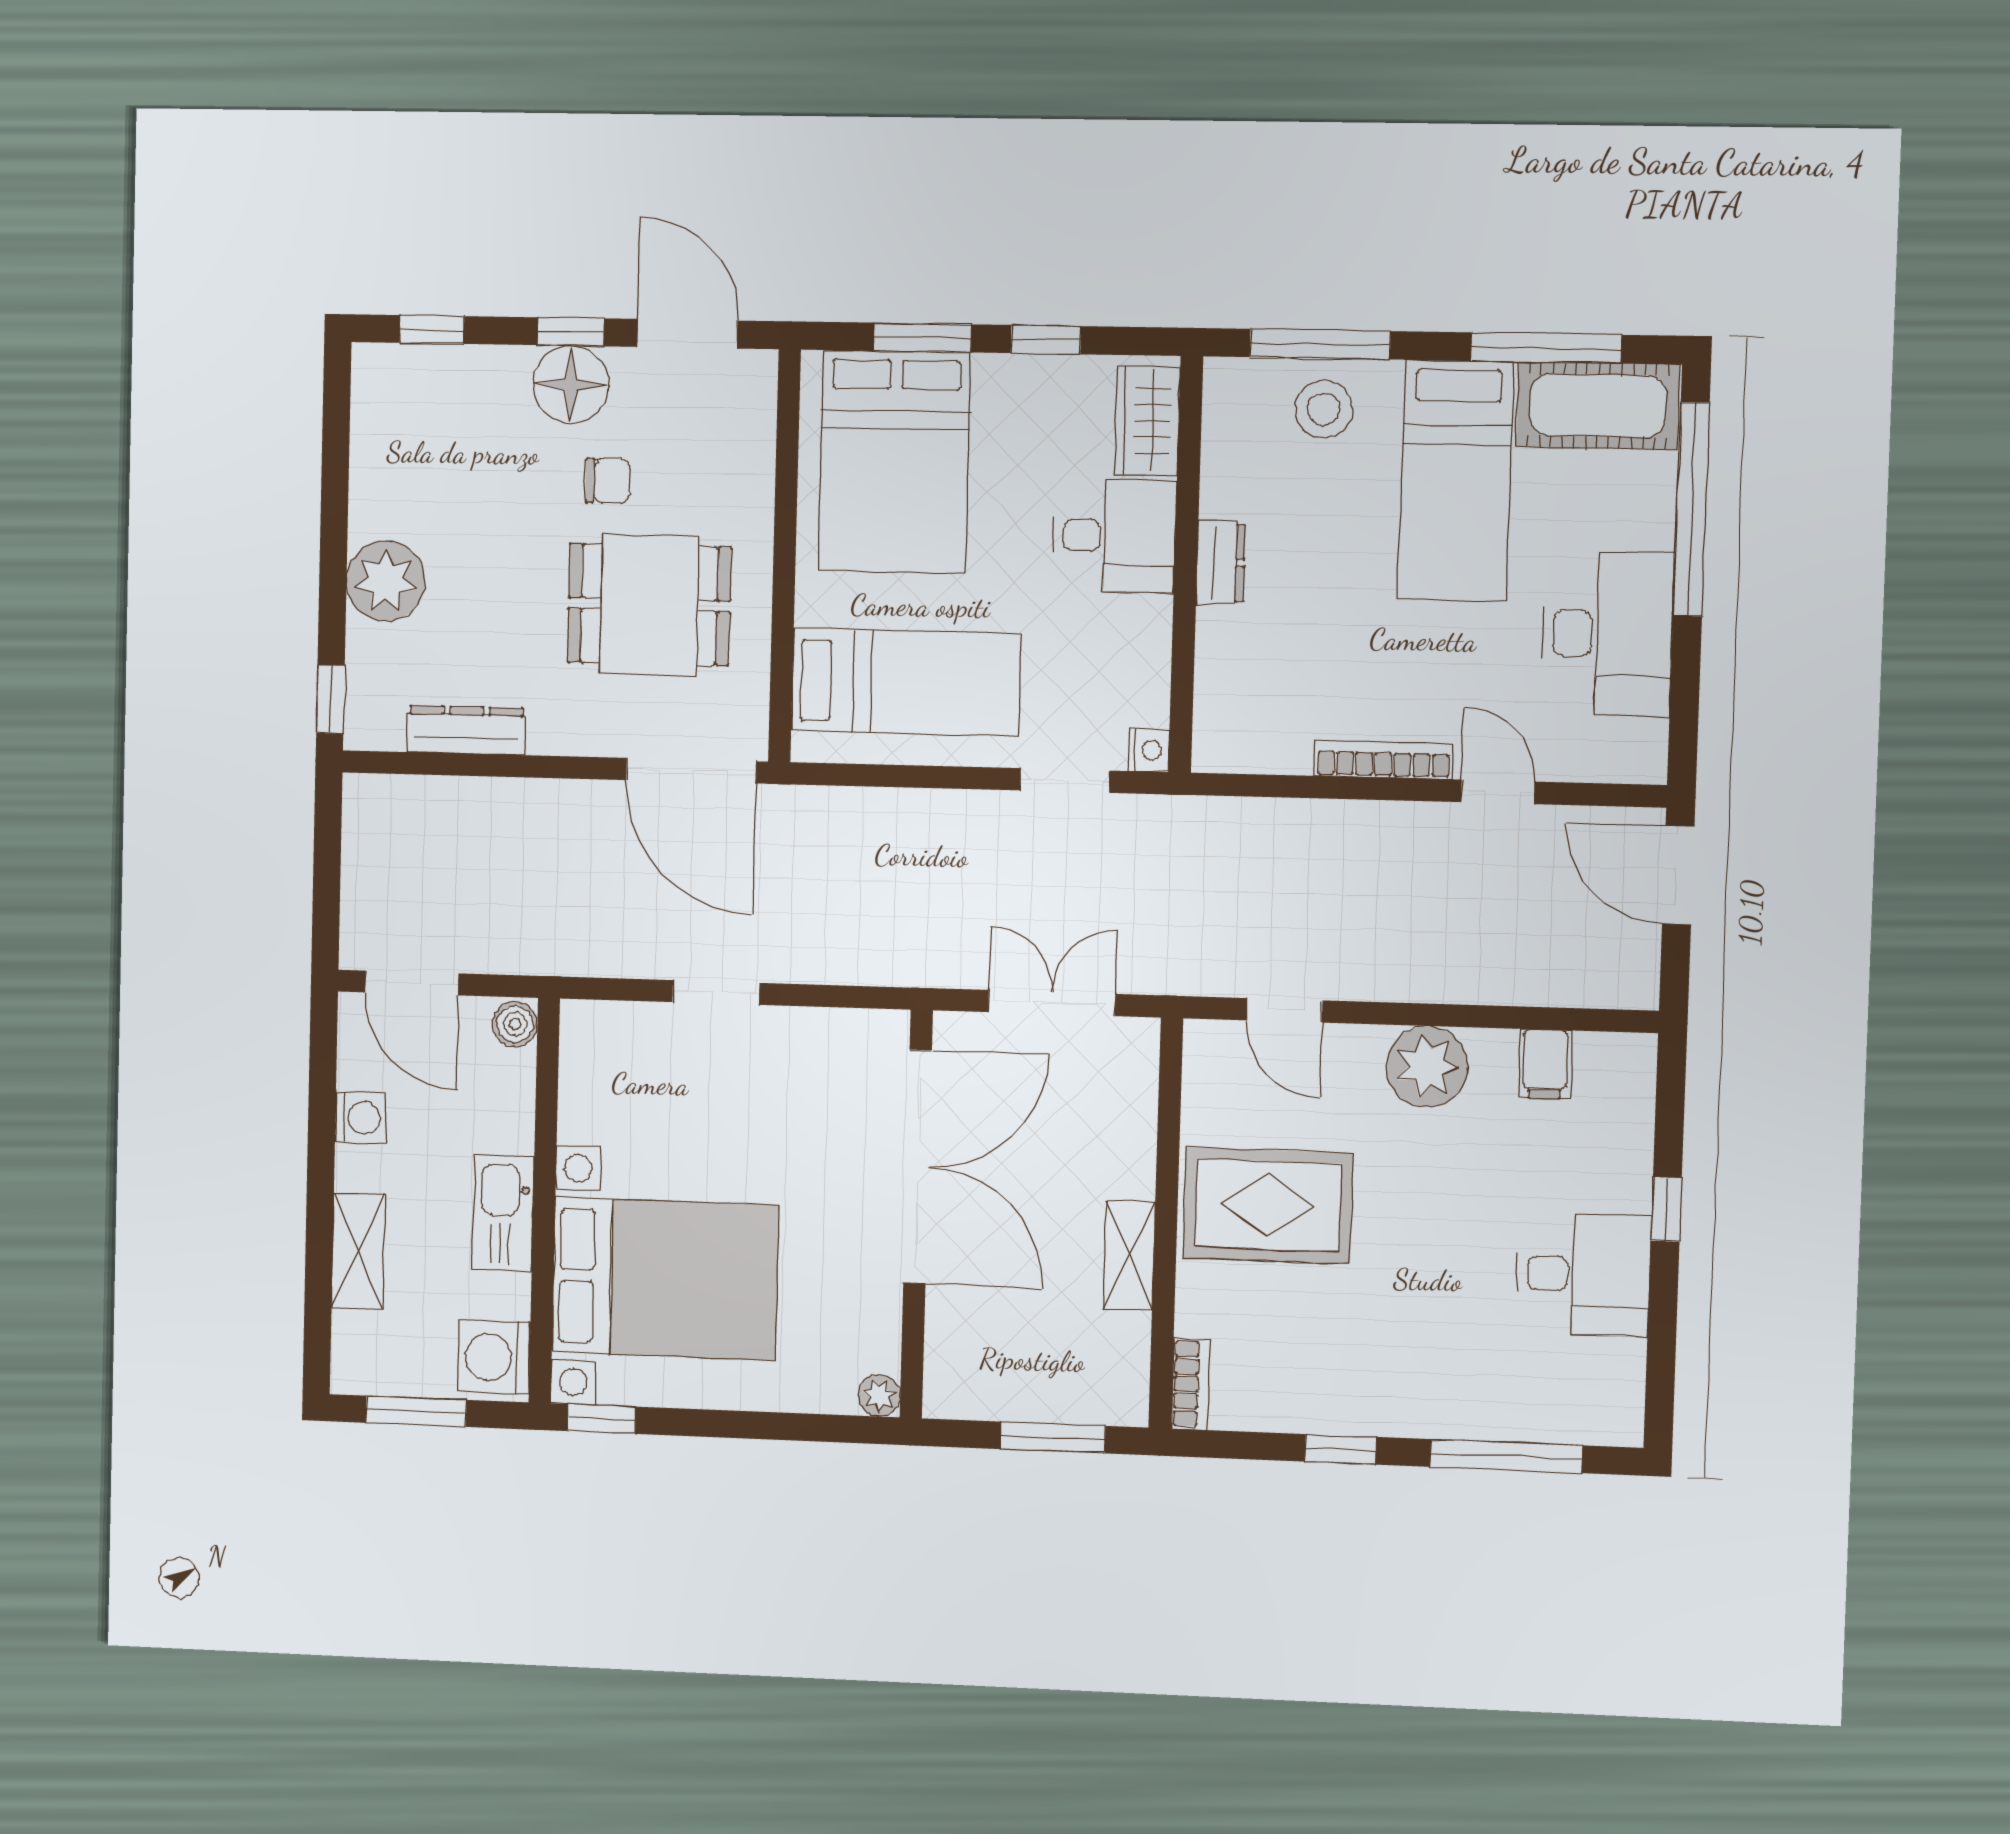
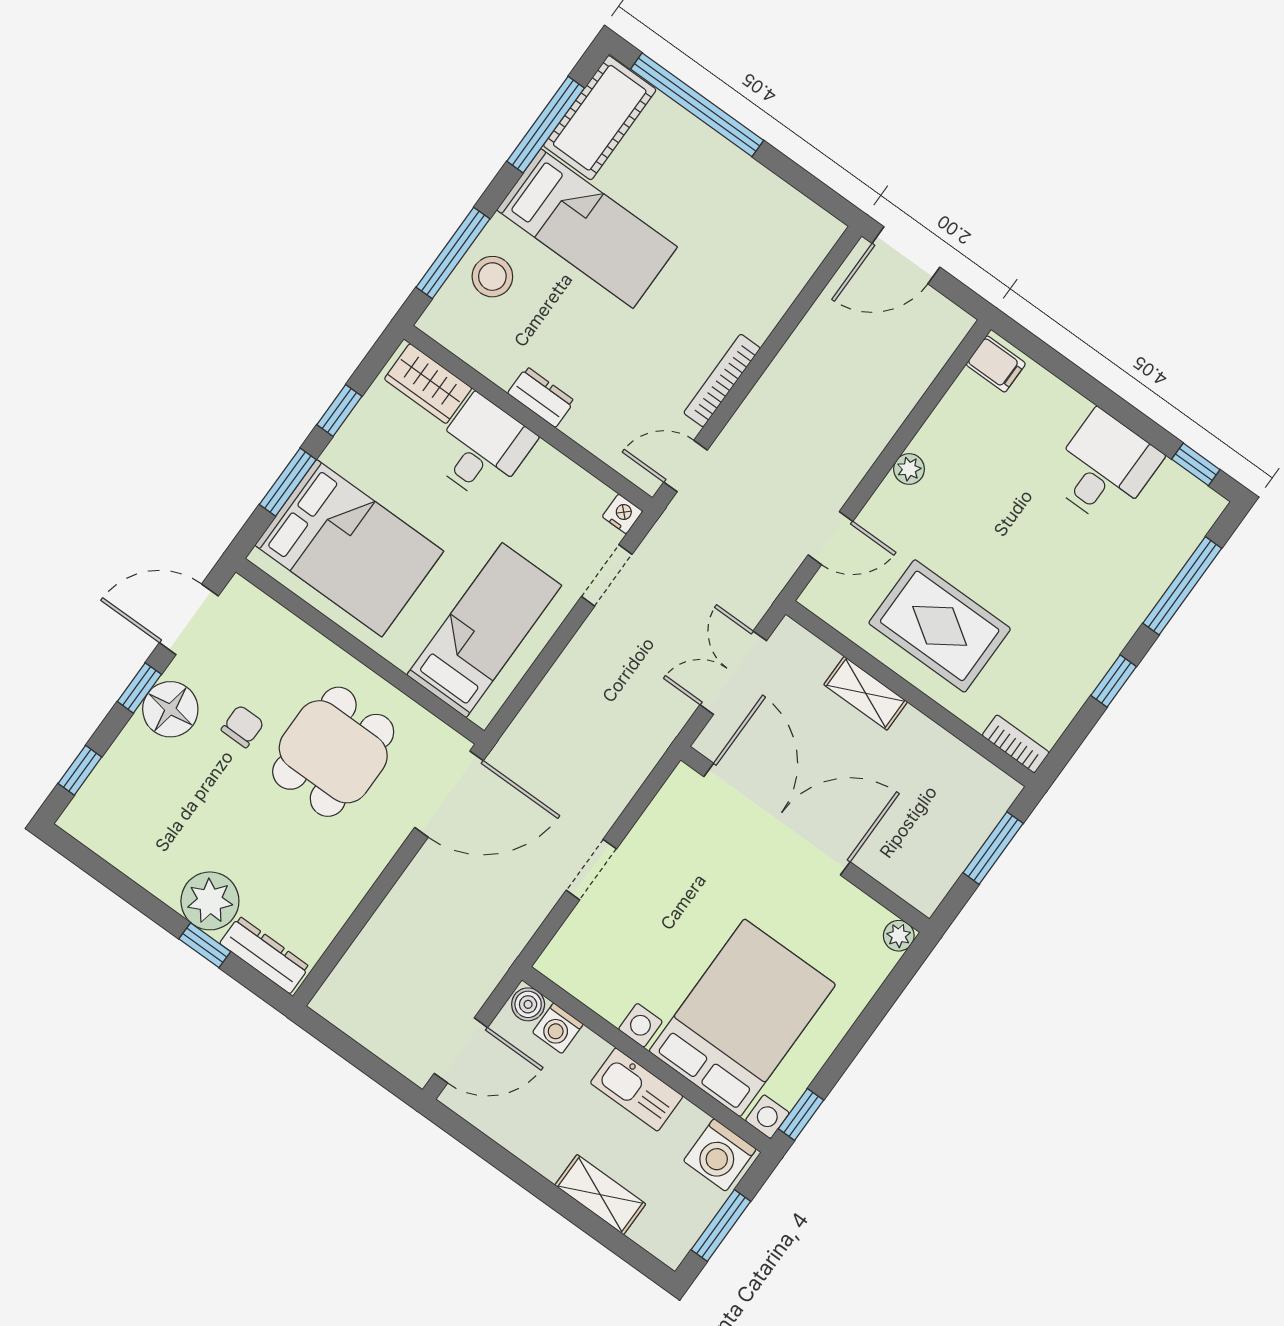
desk: (1608, 634) -> (737, 201), removed
window: (330, 699) -> (205, 945), moved
dresser: (466, 730) -> (265, 955), moved, turned 90
door: (1498, 792) -> (686, 466), moved
filing cabinet: (1545, 1064) -> (996, 364), moved
plant: (1427, 1066) -> (909, 469), width x0.53, depth x0.53
washing machine: (360, 1118) -> (558, 1028), moved, turned 180
rug: (1268, 1205) -> (940, 626), turned 90
window: (1666, 1209) -> (1196, 464), moved
shelving: (1129, 1256) -> (866, 693), moved

